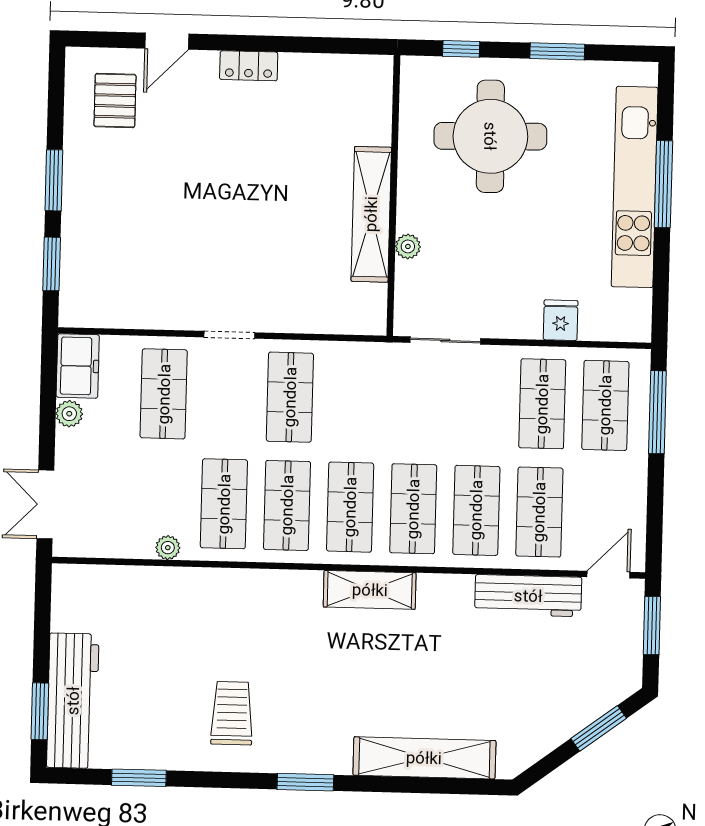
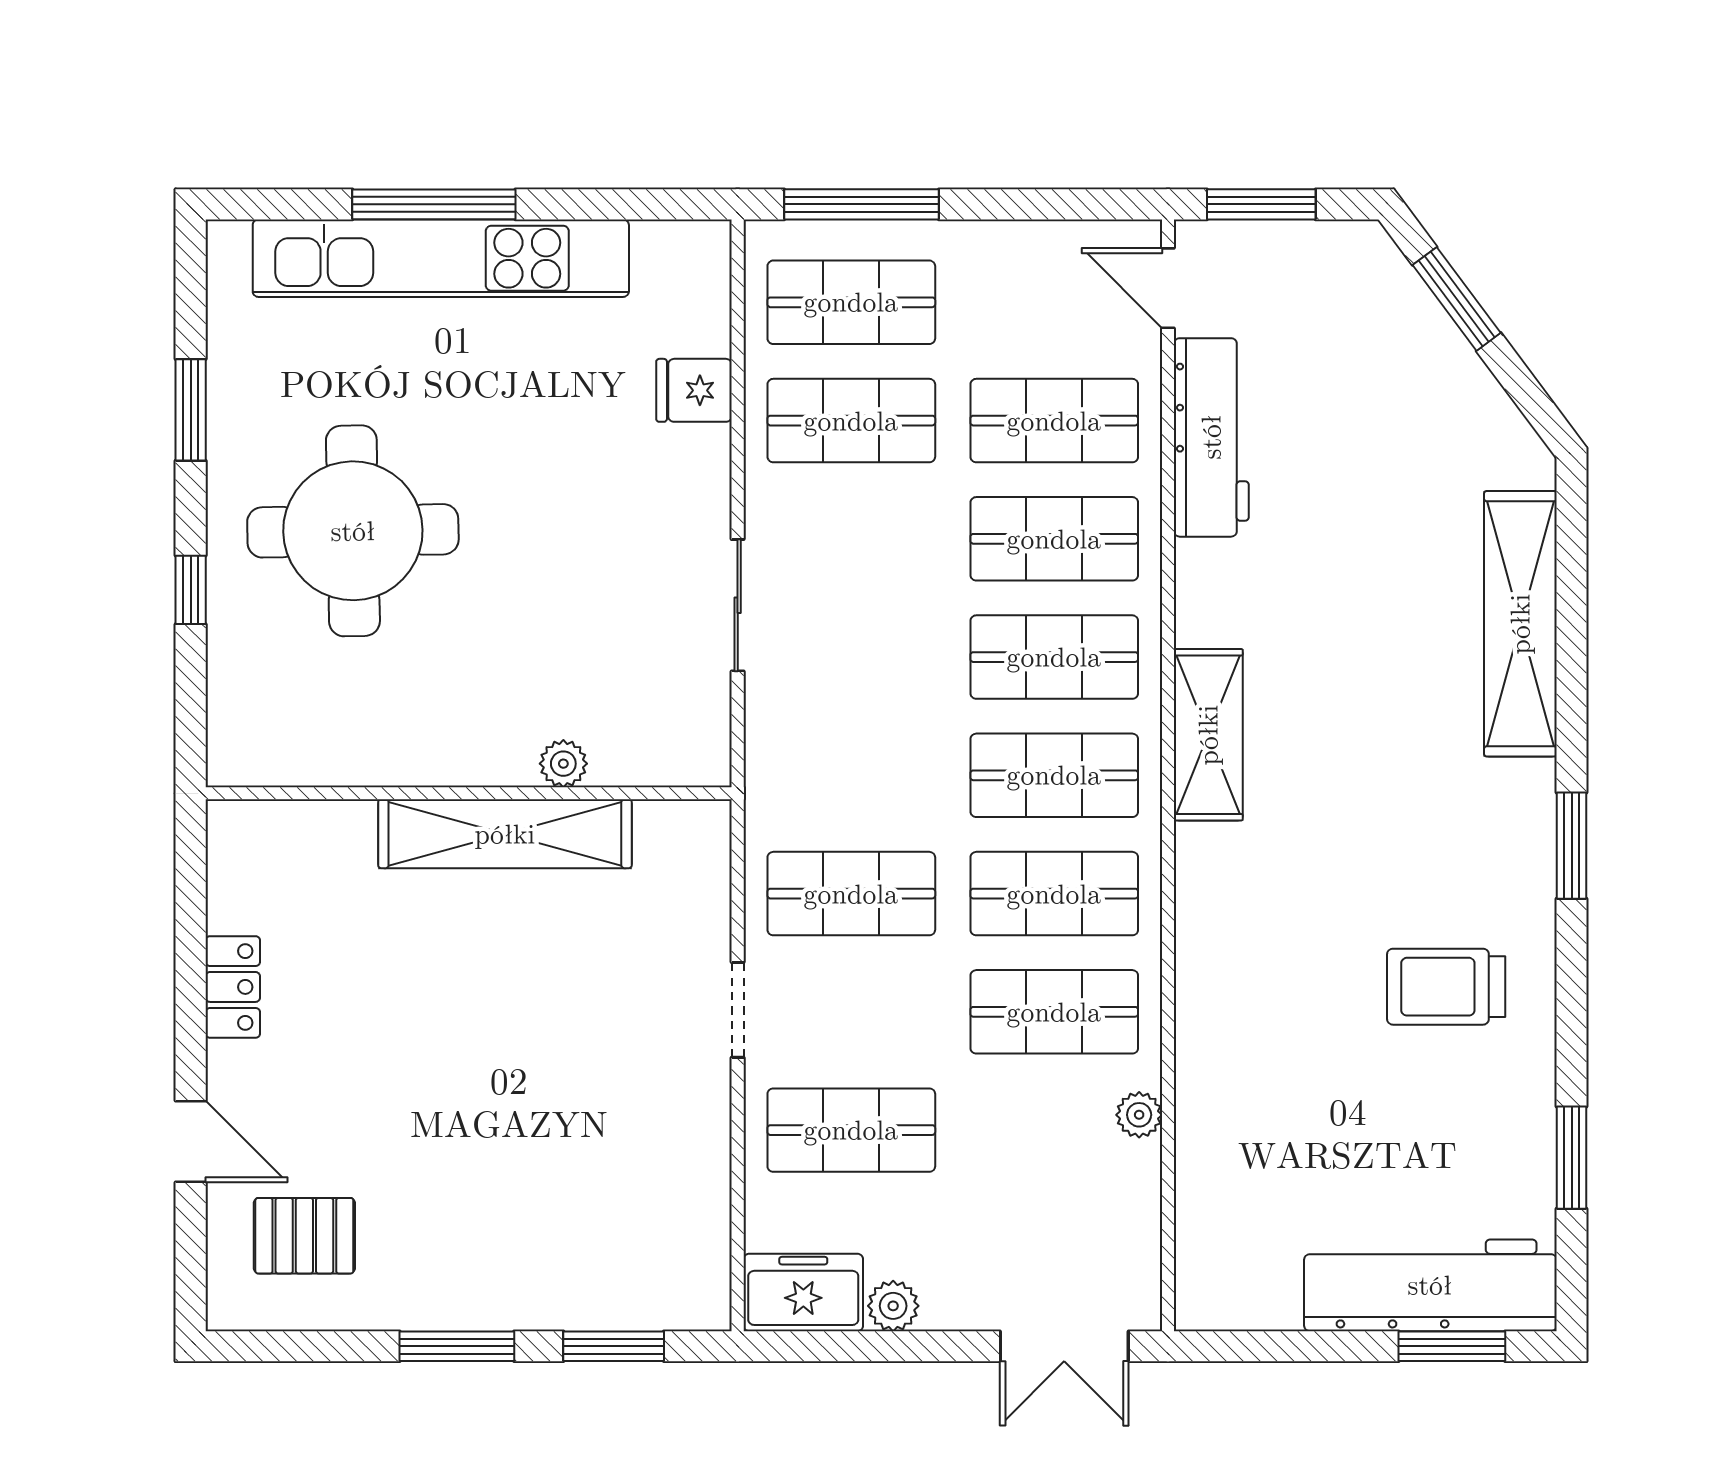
wall: (393, 196) -> (469, 793), moved
shelving: (371, 214) -> (505, 834), moved
plant: (408, 246) -> (563, 764), moved

